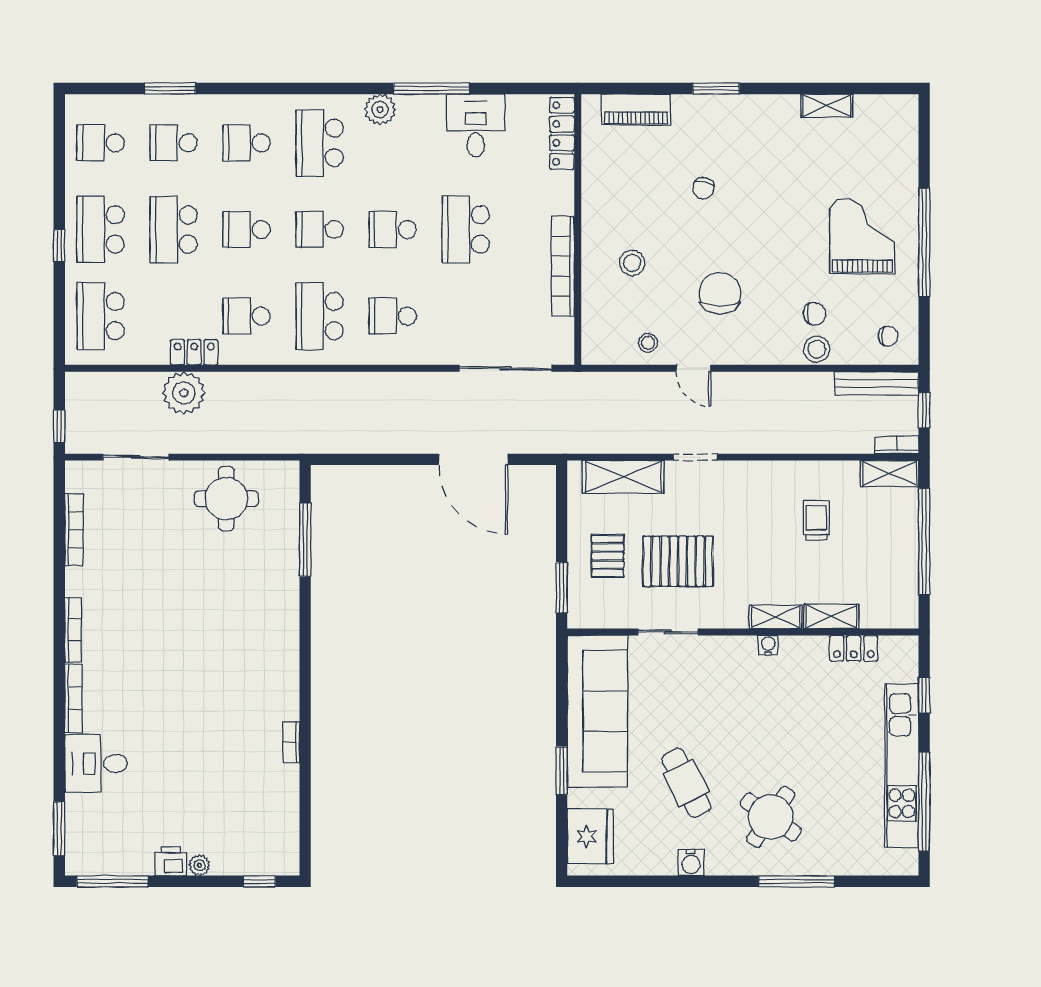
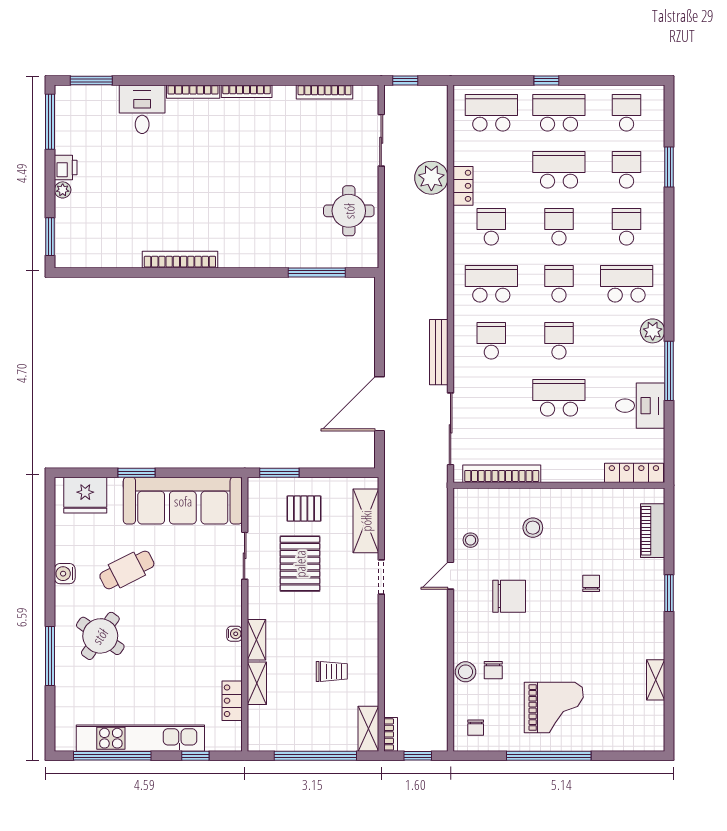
chair: (703, 188) -> (591, 583), turned 75
bookcase: (563, 266) -> (502, 474), moved
bench: (877, 383) -> (439, 352), moved
bookcase: (291, 742) -> (180, 260), width x2.31, depth x1.31
window: (259, 881) -> (50, 237), width x1.50

